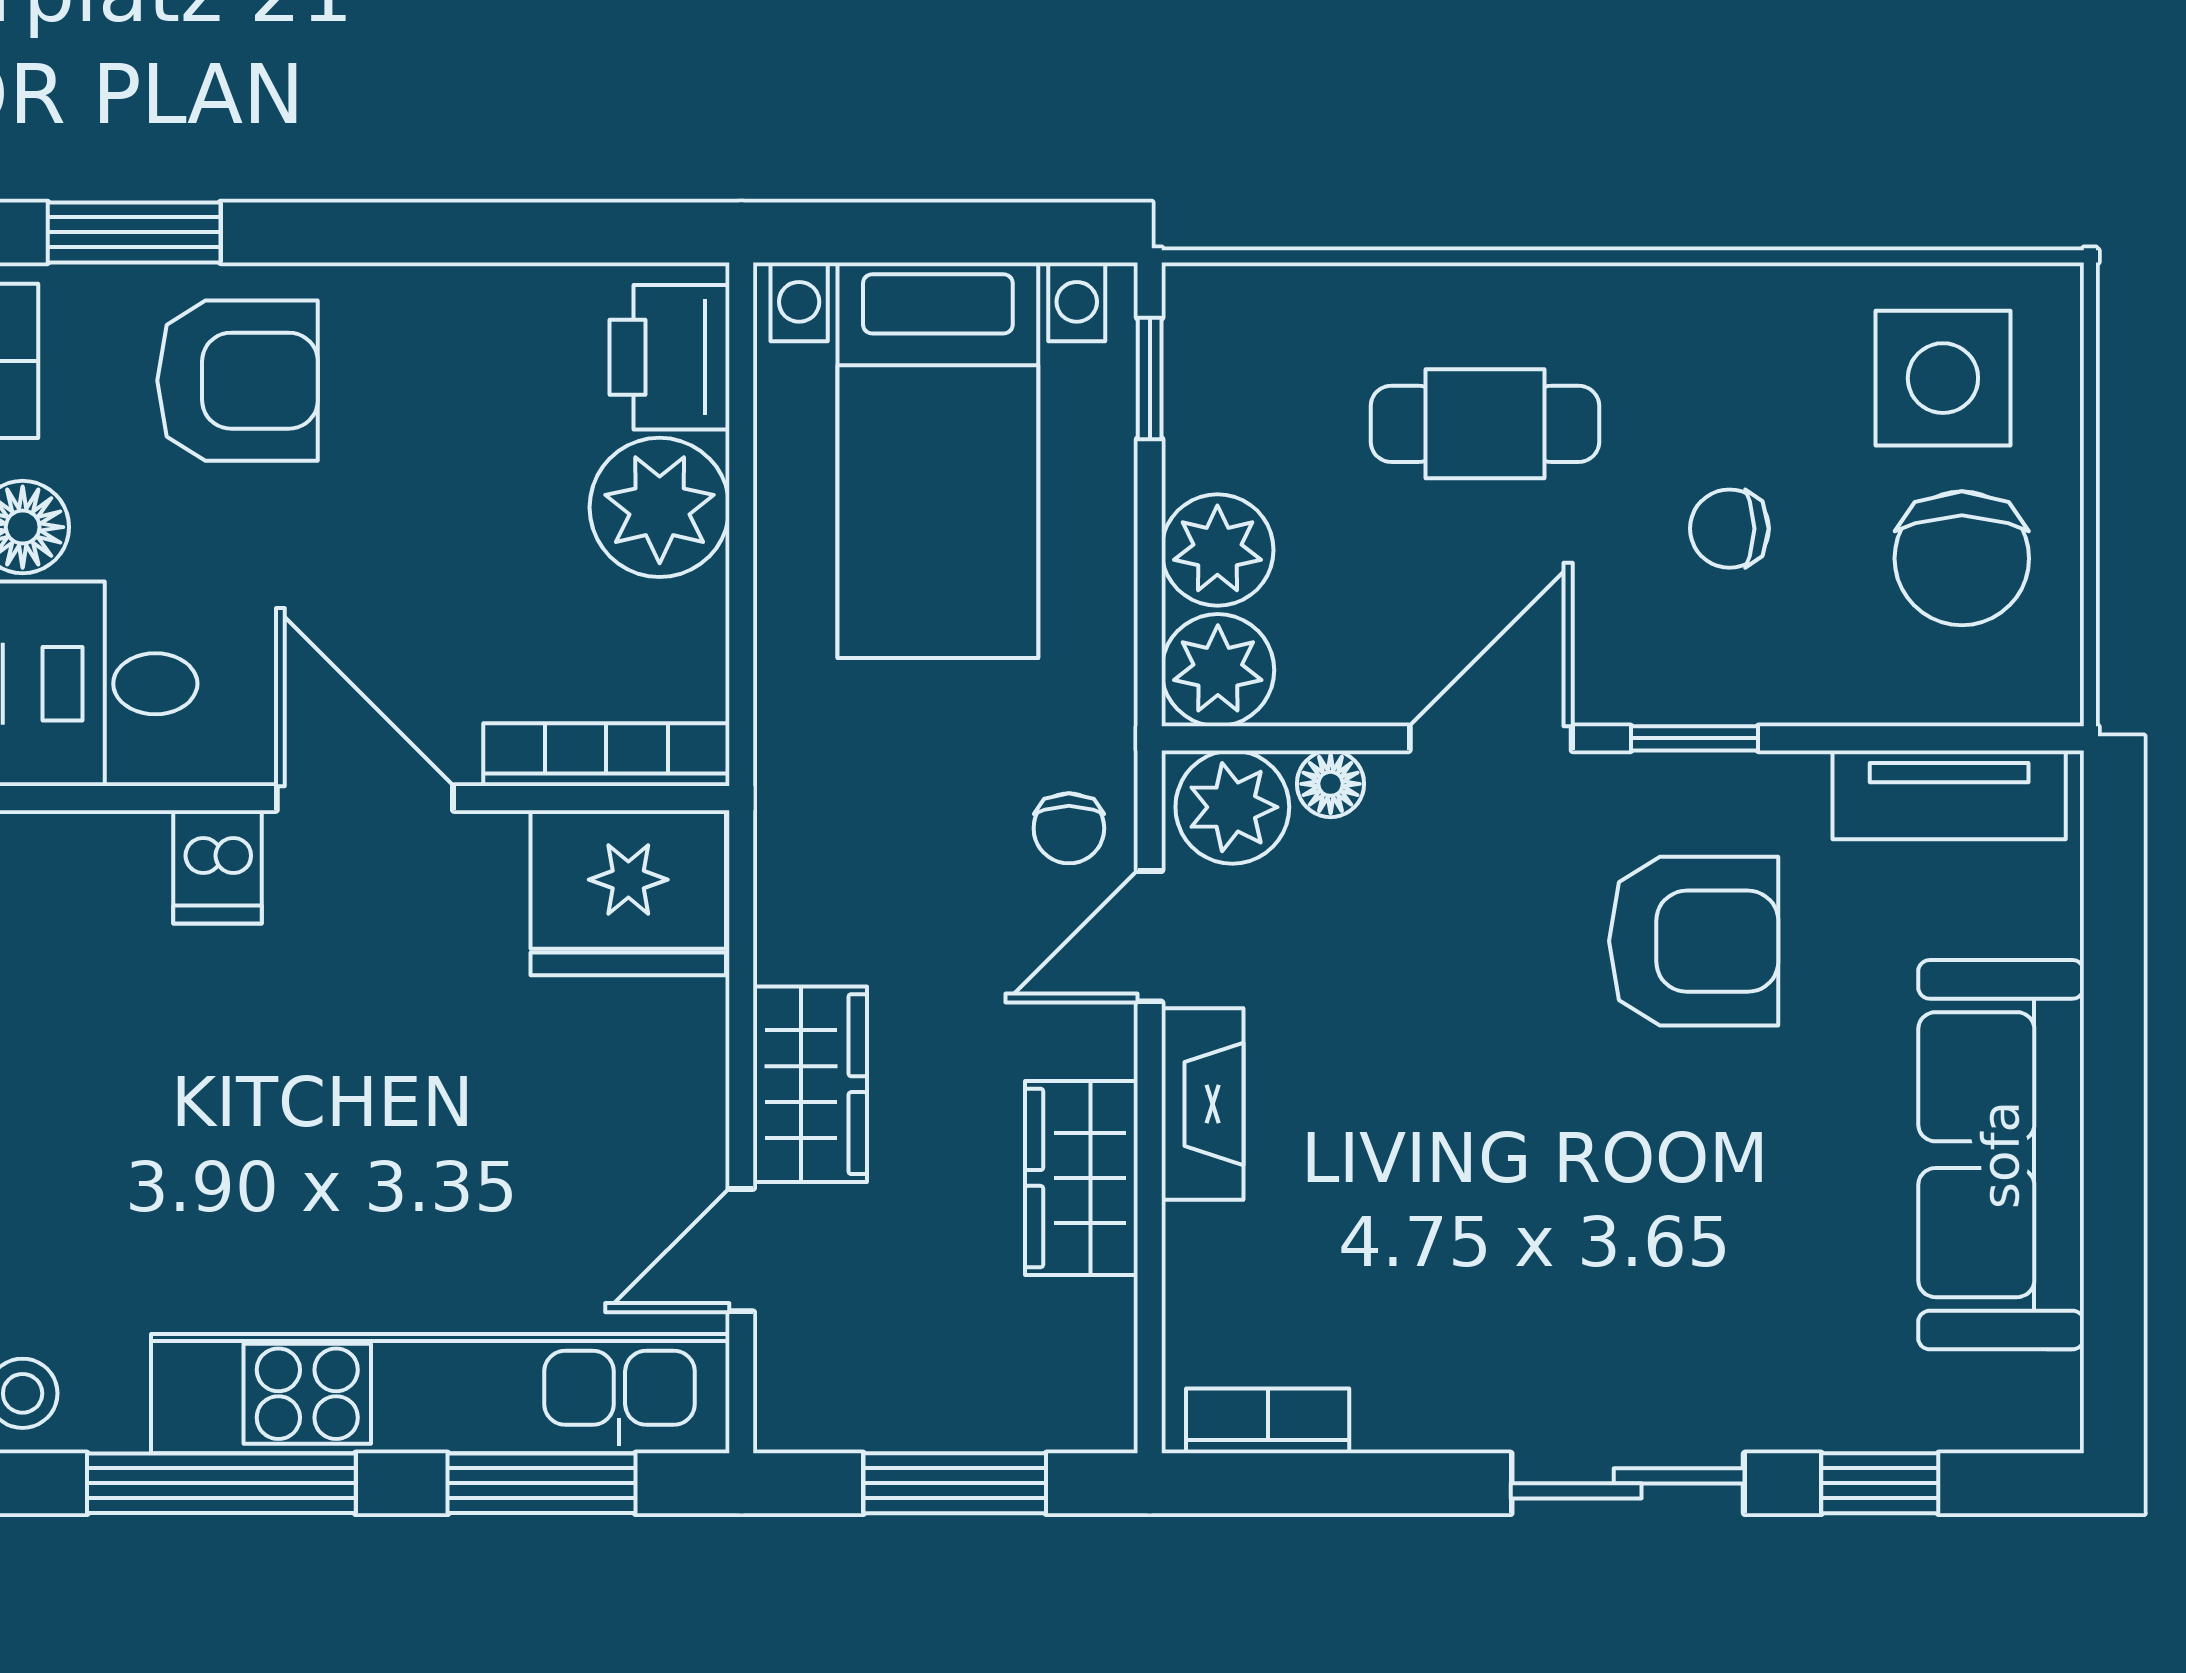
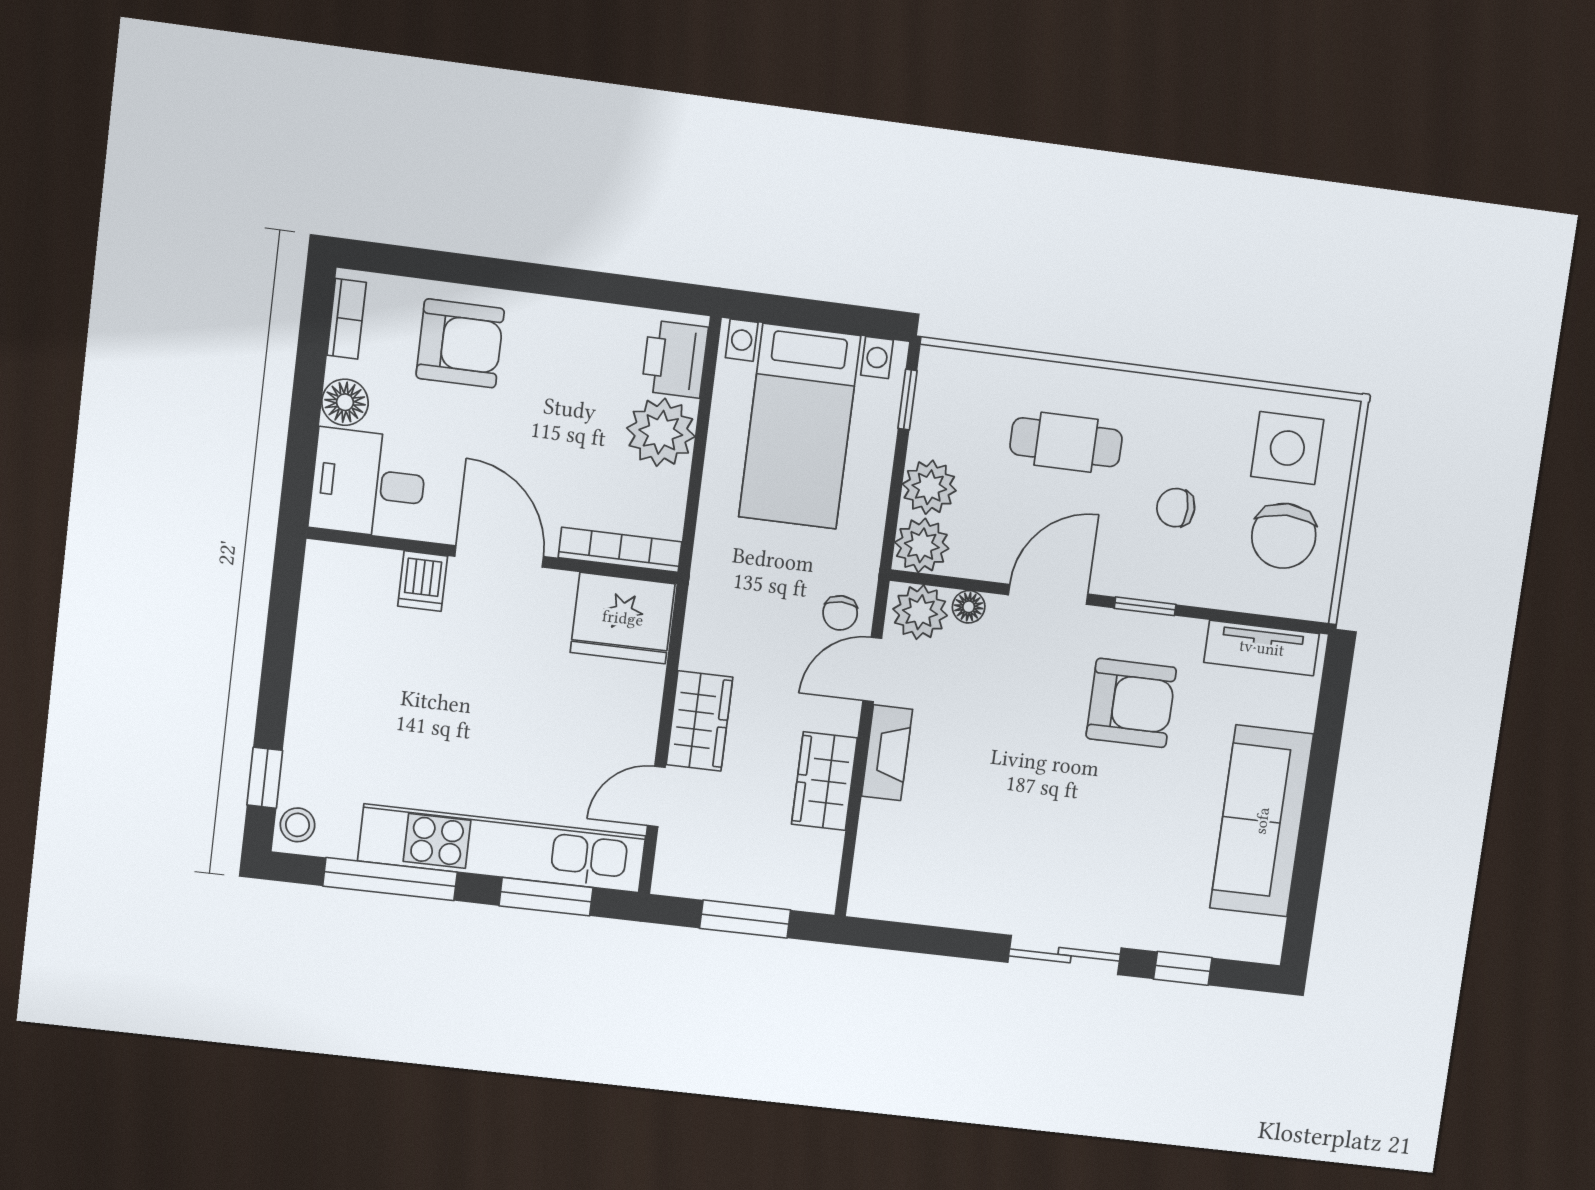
window: (134, 232) -> (417, 263), removed
bookcase: (1268, 1421) -> (898, 906), removed

